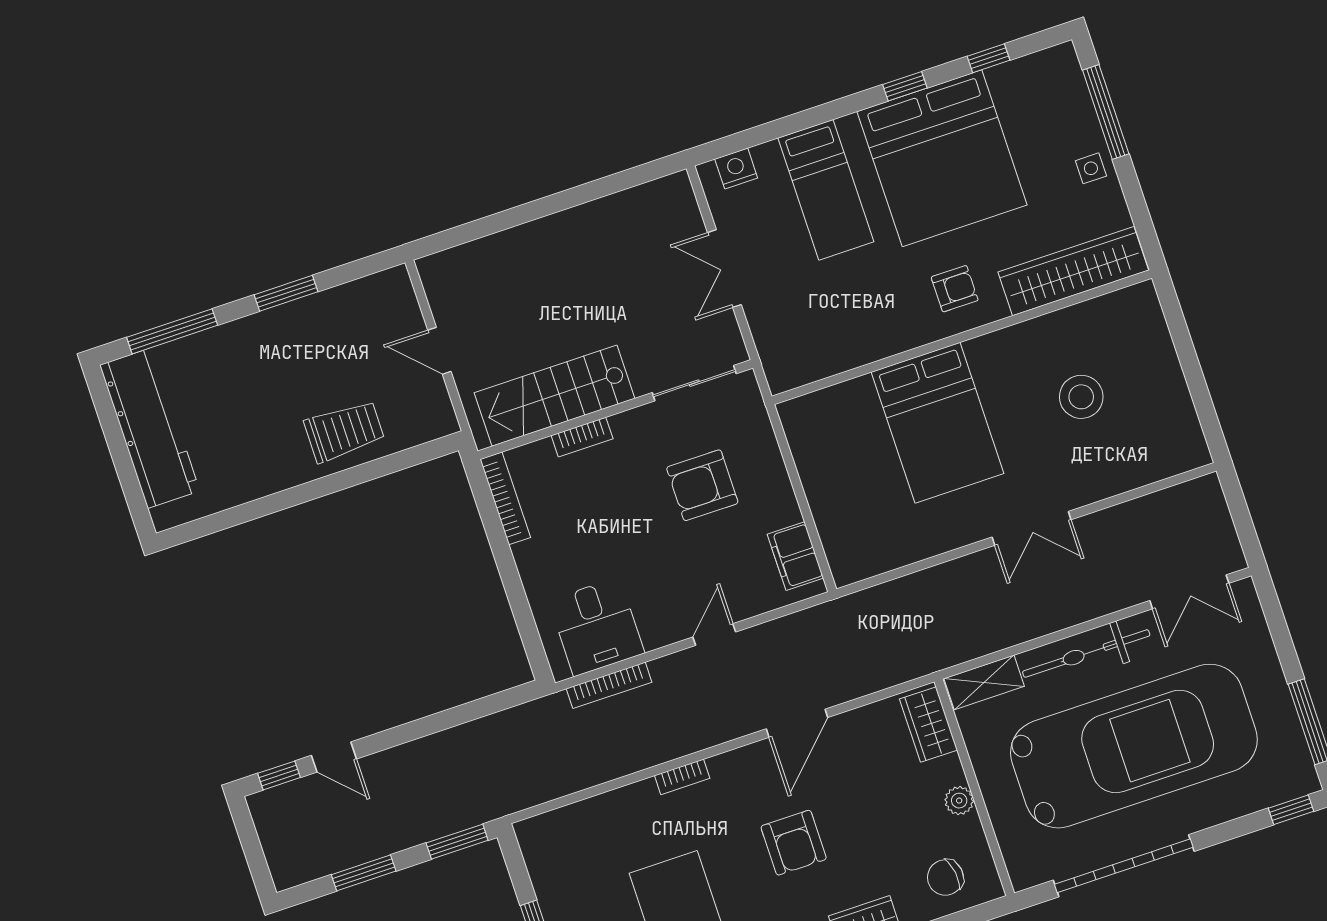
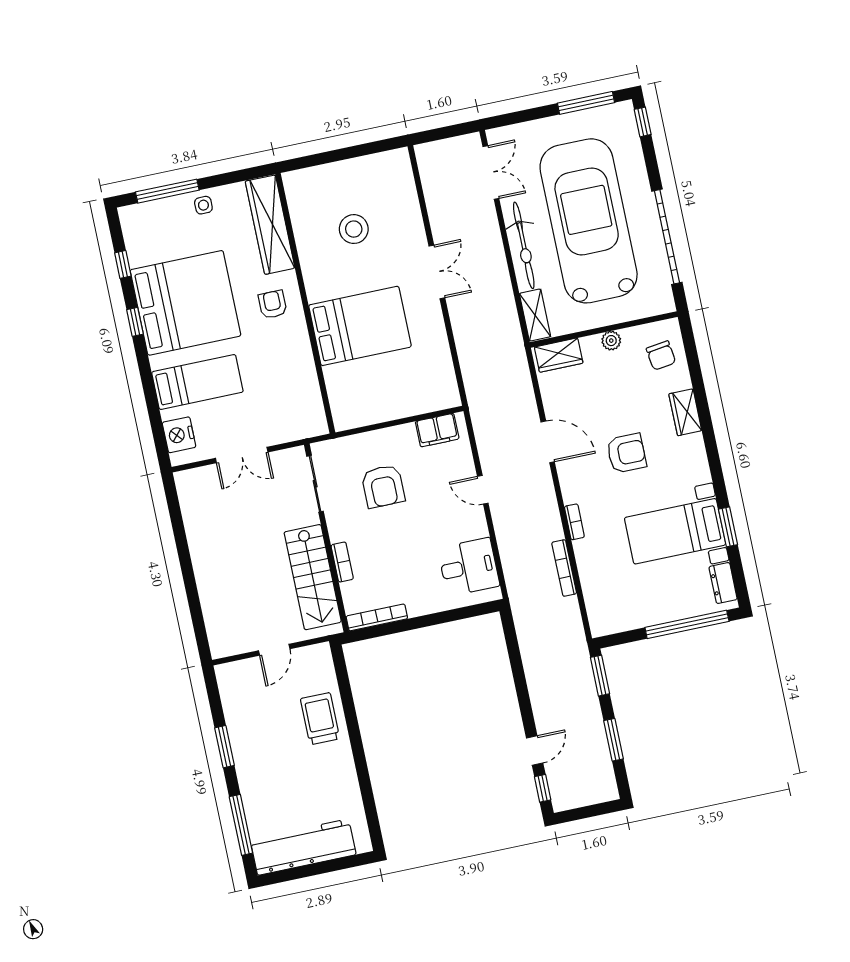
nightstand: (736, 169) -> (179, 435), width x1.36, depth x1.33
bookcase: (609, 685) -> (564, 568), moved, turned 180

